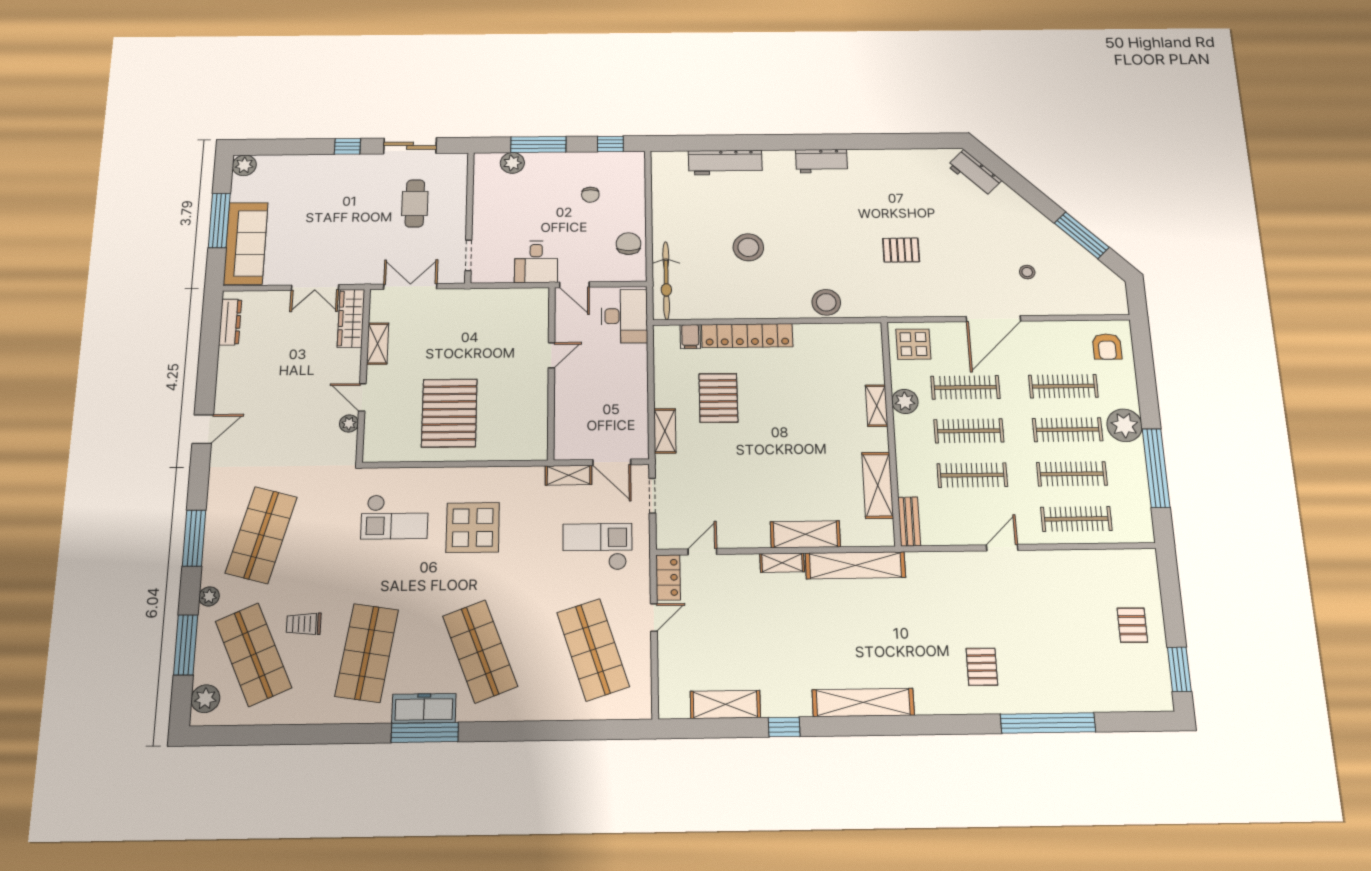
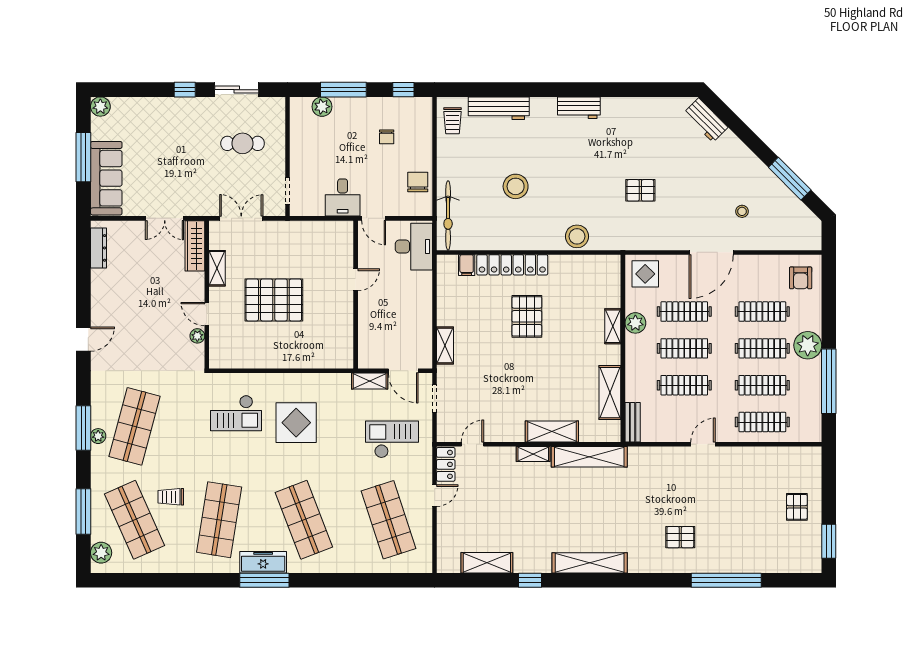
trolley: (670, 177) -> (452, 121), added
cafe table: (415, 203) -> (243, 143), turned 90
pallet: (718, 398) -> (527, 316), moved
pallet: (449, 413) -> (274, 300), moved, turned 90
plant: (209, 596) -> (98, 436), moved
pallet: (982, 667) -> (680, 537), turned 90

